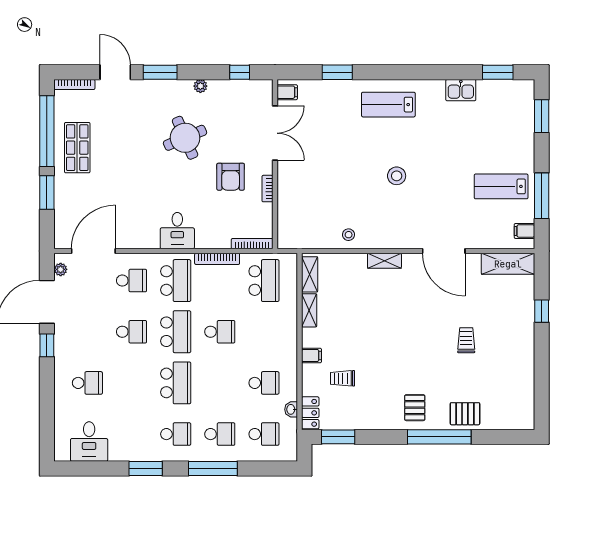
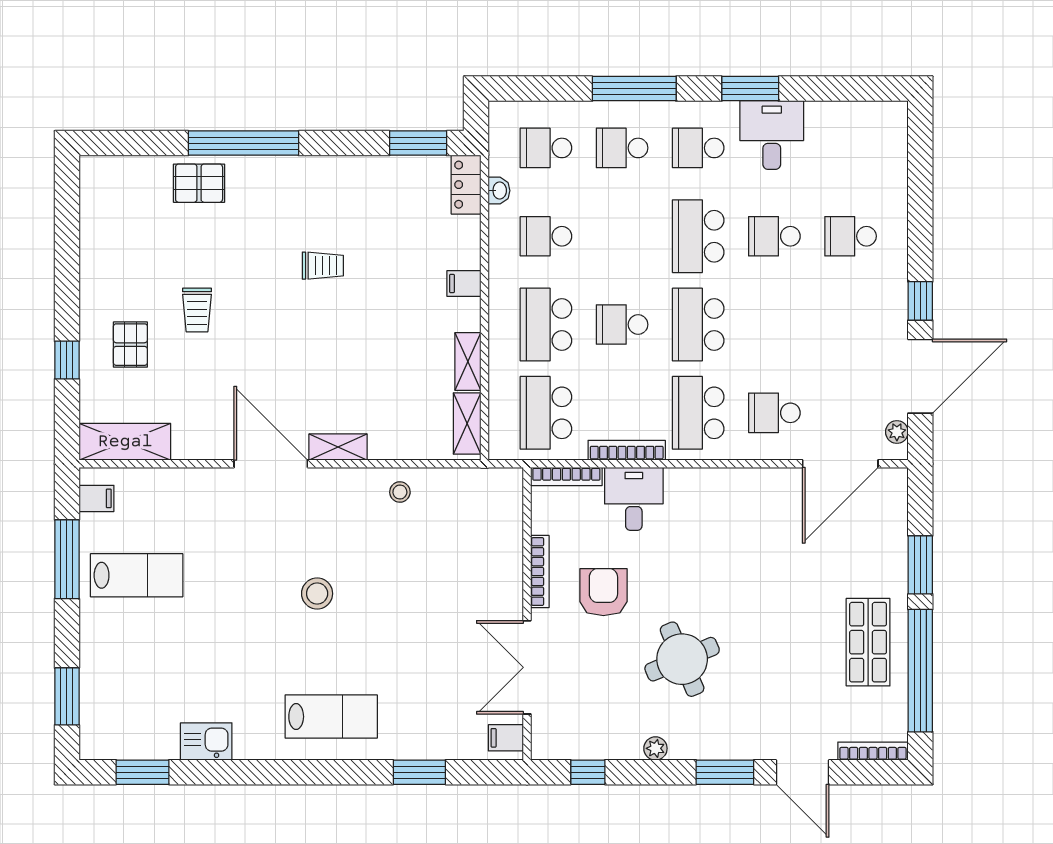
bookcase: (267, 189) -> (540, 572), width x1.56
desk: (177, 231) -> (634, 499), moved
door: (444, 251) -> (271, 464), moved
school desk: (132, 332) -> (774, 236), moved
school desk: (264, 332) -> (546, 325), added
trolley: (343, 378) -> (323, 266), moved
pallet: (415, 408) -> (130, 345), moved
desk: (89, 442) -> (772, 135), moved

